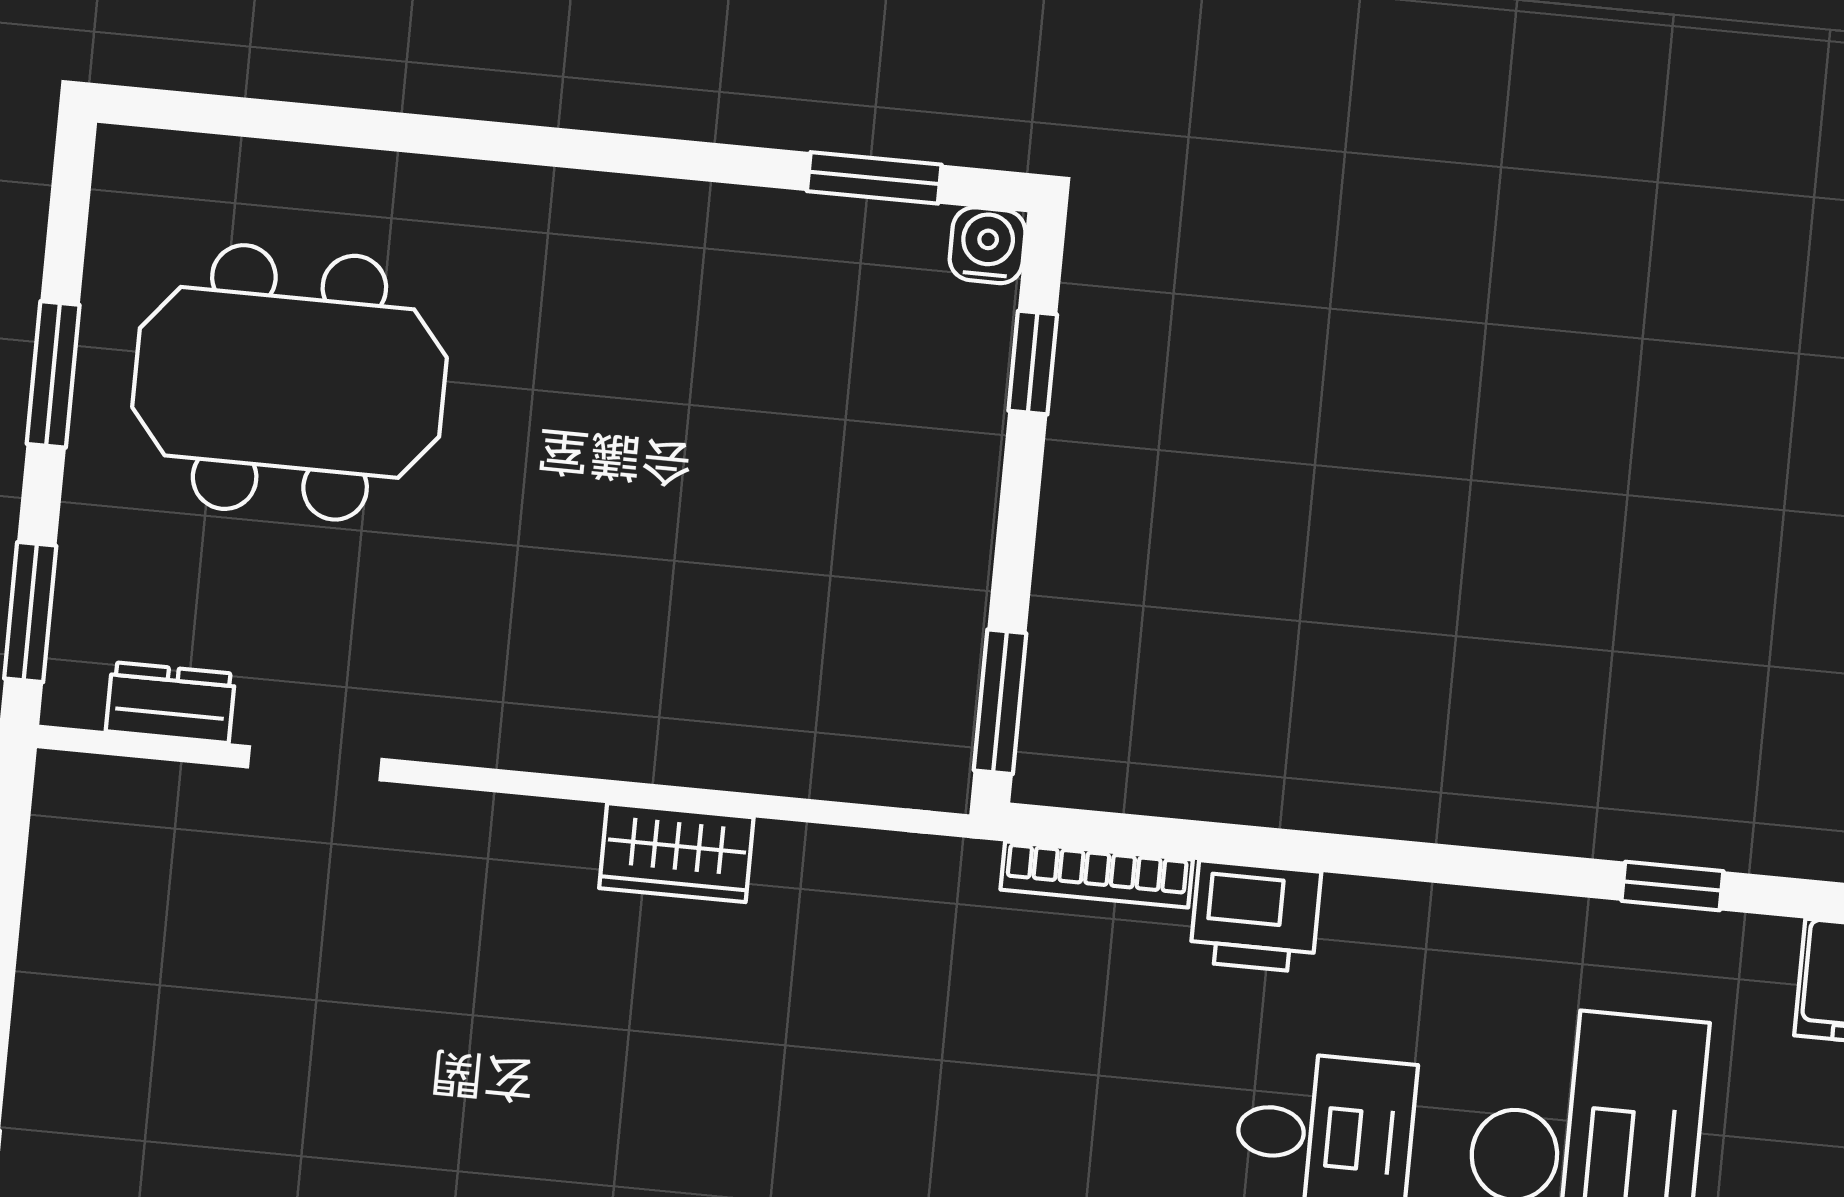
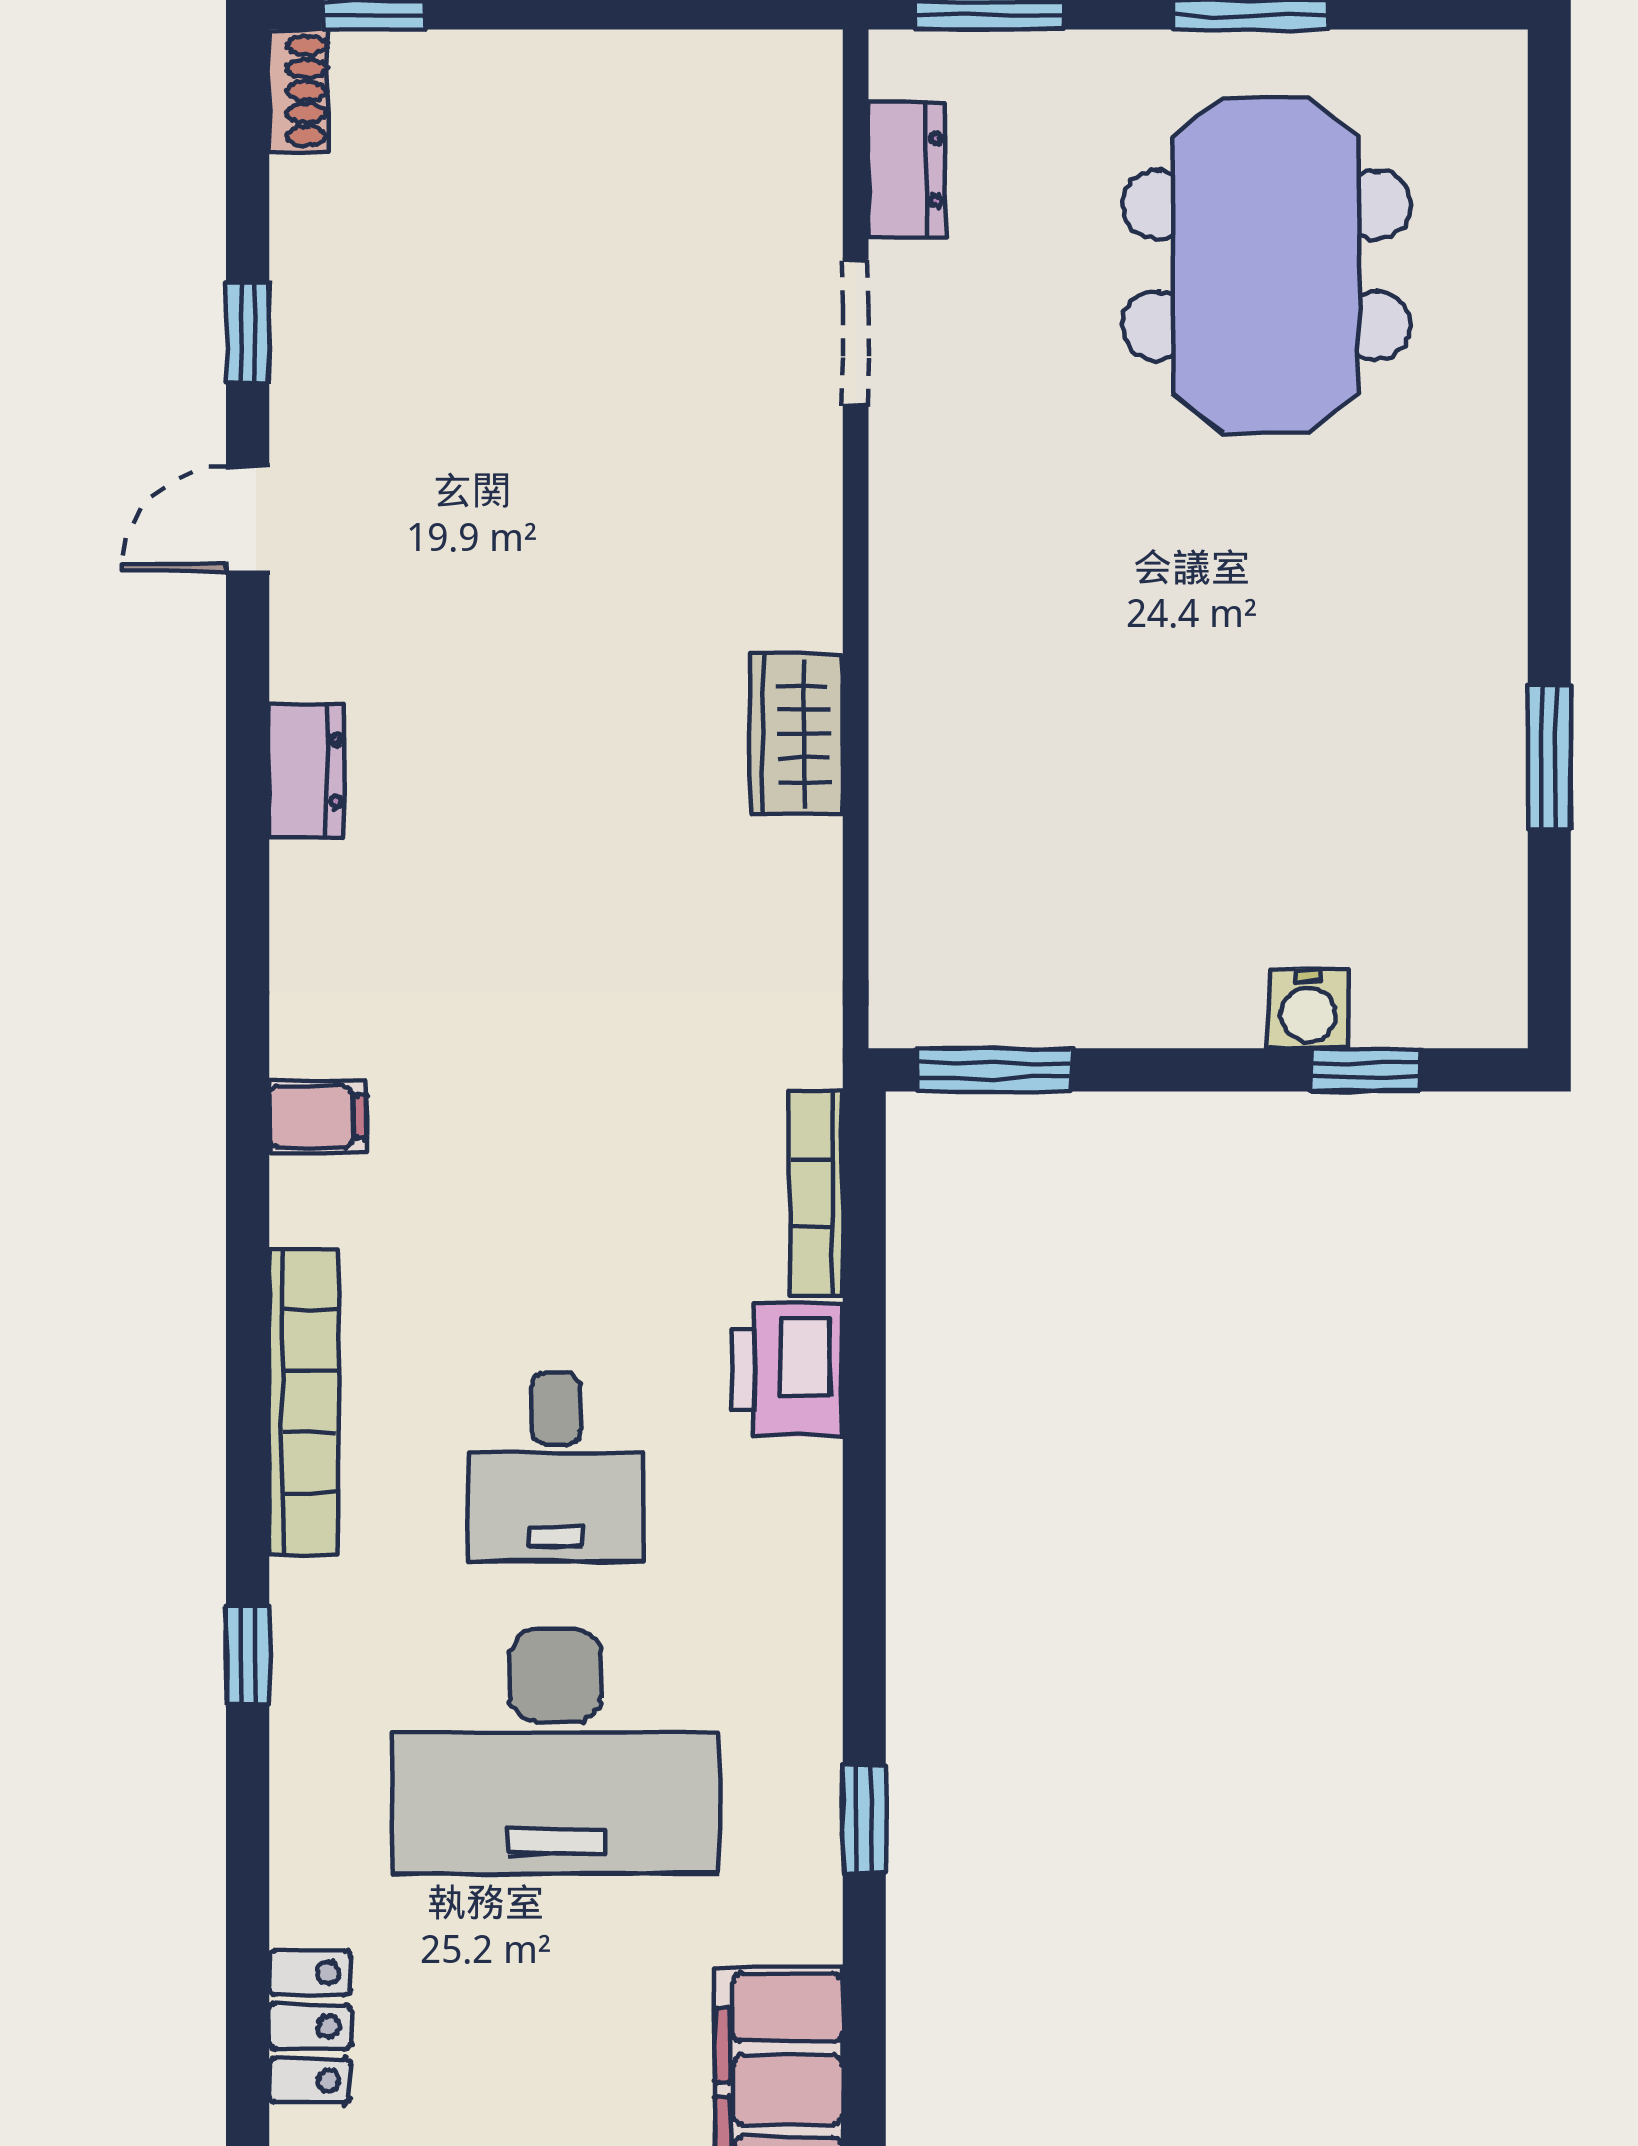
window: (874, 178) -> (1549, 758), moved
water cooler: (988, 245) -> (1308, 1009), moved, turned 90

